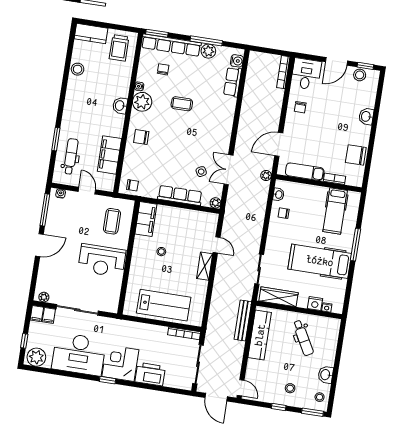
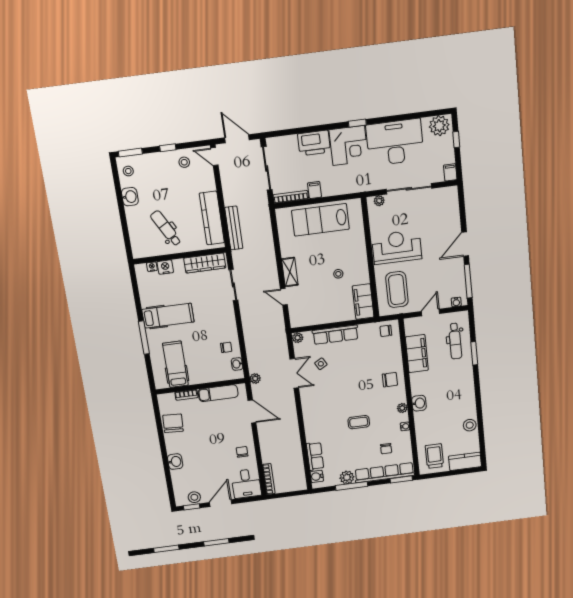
plant: (142, 102) -> (402, 408), width x0.53, depth x0.53
door: (279, 144) -> (252, 411), hinge flipped
chair: (356, 155) -> (173, 423), turned -87
door: (87, 191) -> (430, 312), swing flipped
coffee table: (112, 221) -> (397, 290), width x1.36, depth x1.32
hospital bed: (320, 261) -> (168, 316), width x0.73, depth x0.78
plant: (44, 297) -> (379, 201), moved
filing cabinet: (49, 315) -> (315, 190), moved
stool: (290, 388) -> (184, 162), moved

